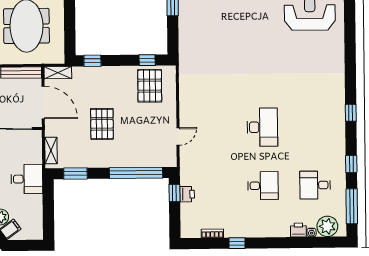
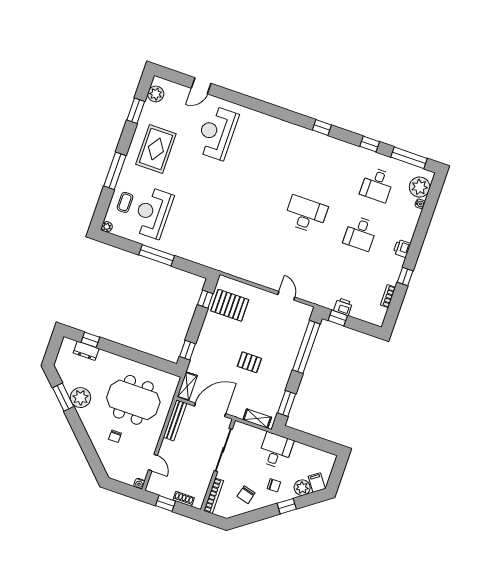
pallet: (102, 124) -> (249, 362), width x0.67, depth x0.71
desk: (263, 186) -> (360, 233), turned 180
printer: (298, 230) -> (402, 248), moved

